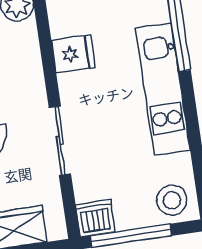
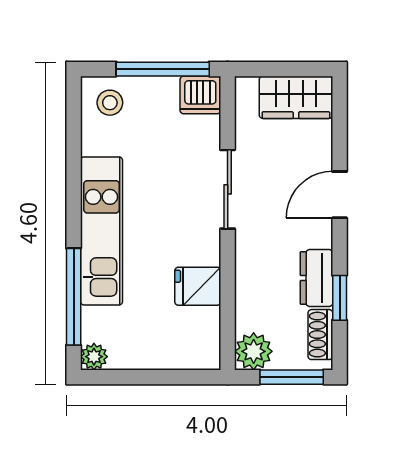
stool: (172, 200) -> (110, 103), width x0.73, depth x0.73

